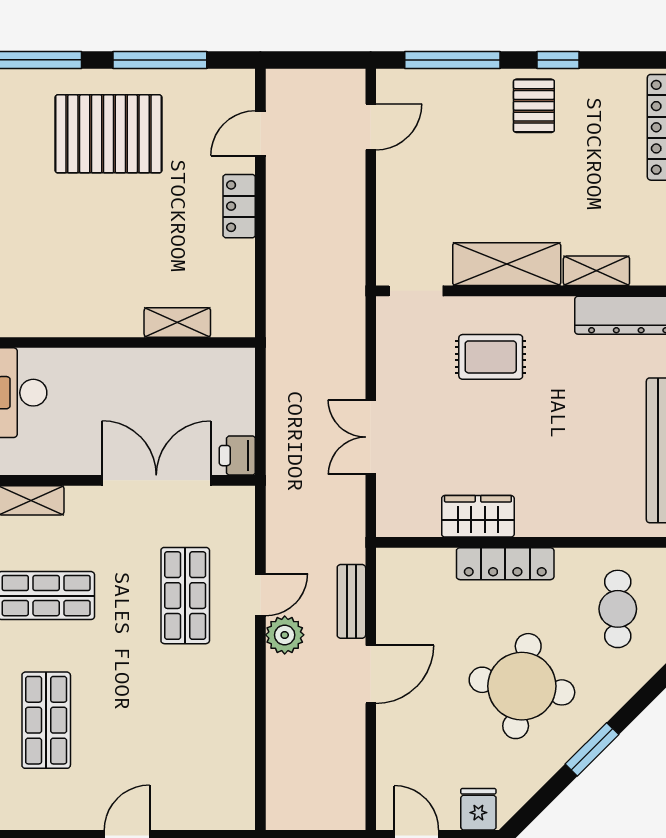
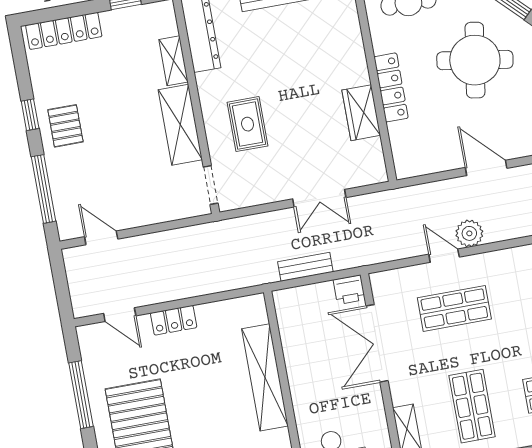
pallet: (534, 106) -> (65, 126), turned 90
shelving: (177, 322) -> (265, 377), width x2.20, depth x1.33
bench: (351, 601) -> (305, 267), moved

